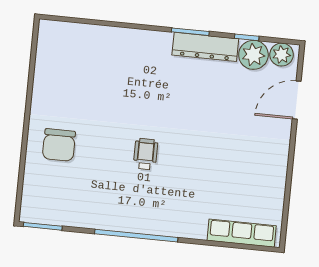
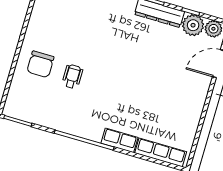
wheelchair: (146, 154) -> (72, 76), moved
row of seats: (184, 227) -> (119, 140), added

